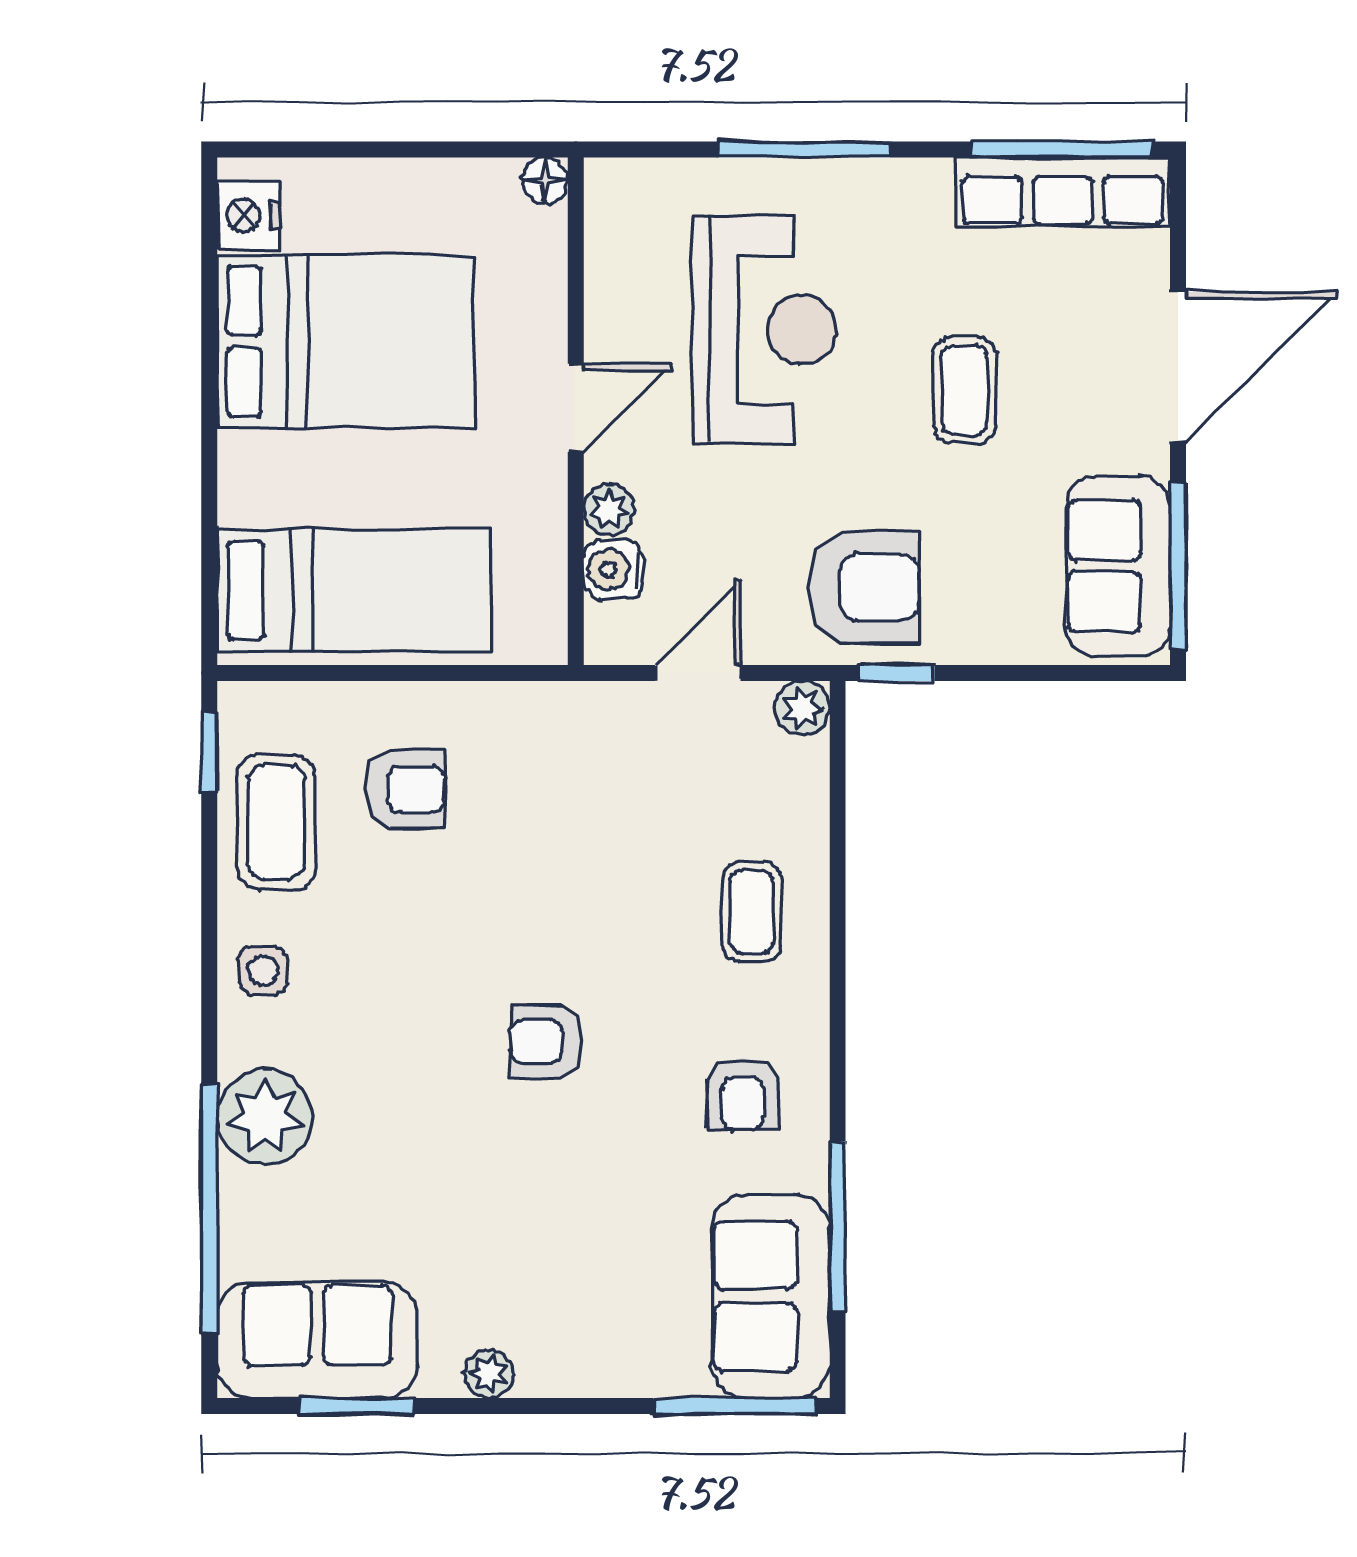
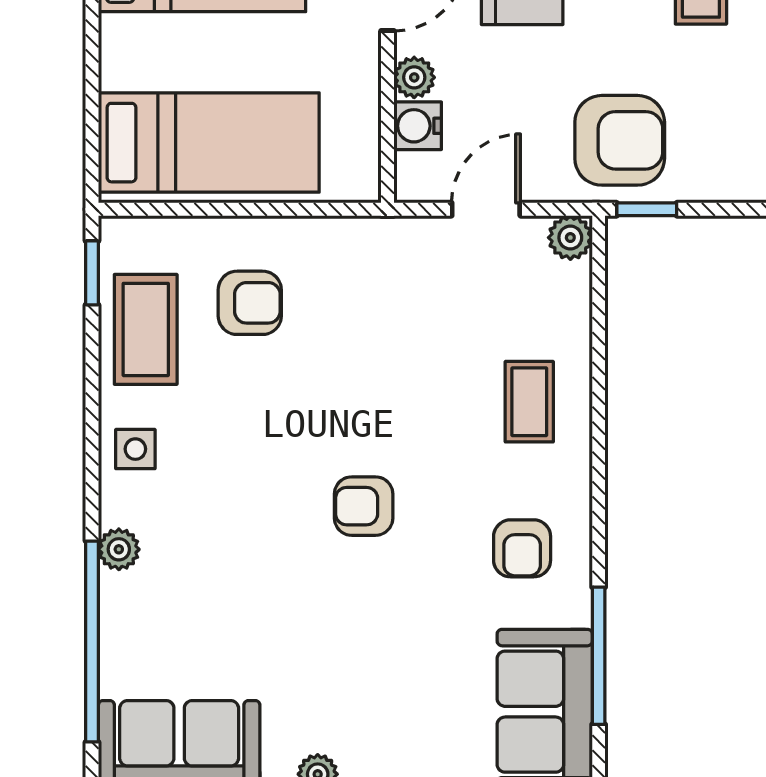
plant: (265, 1117) -> (119, 549), width x0.53, depth x0.53

